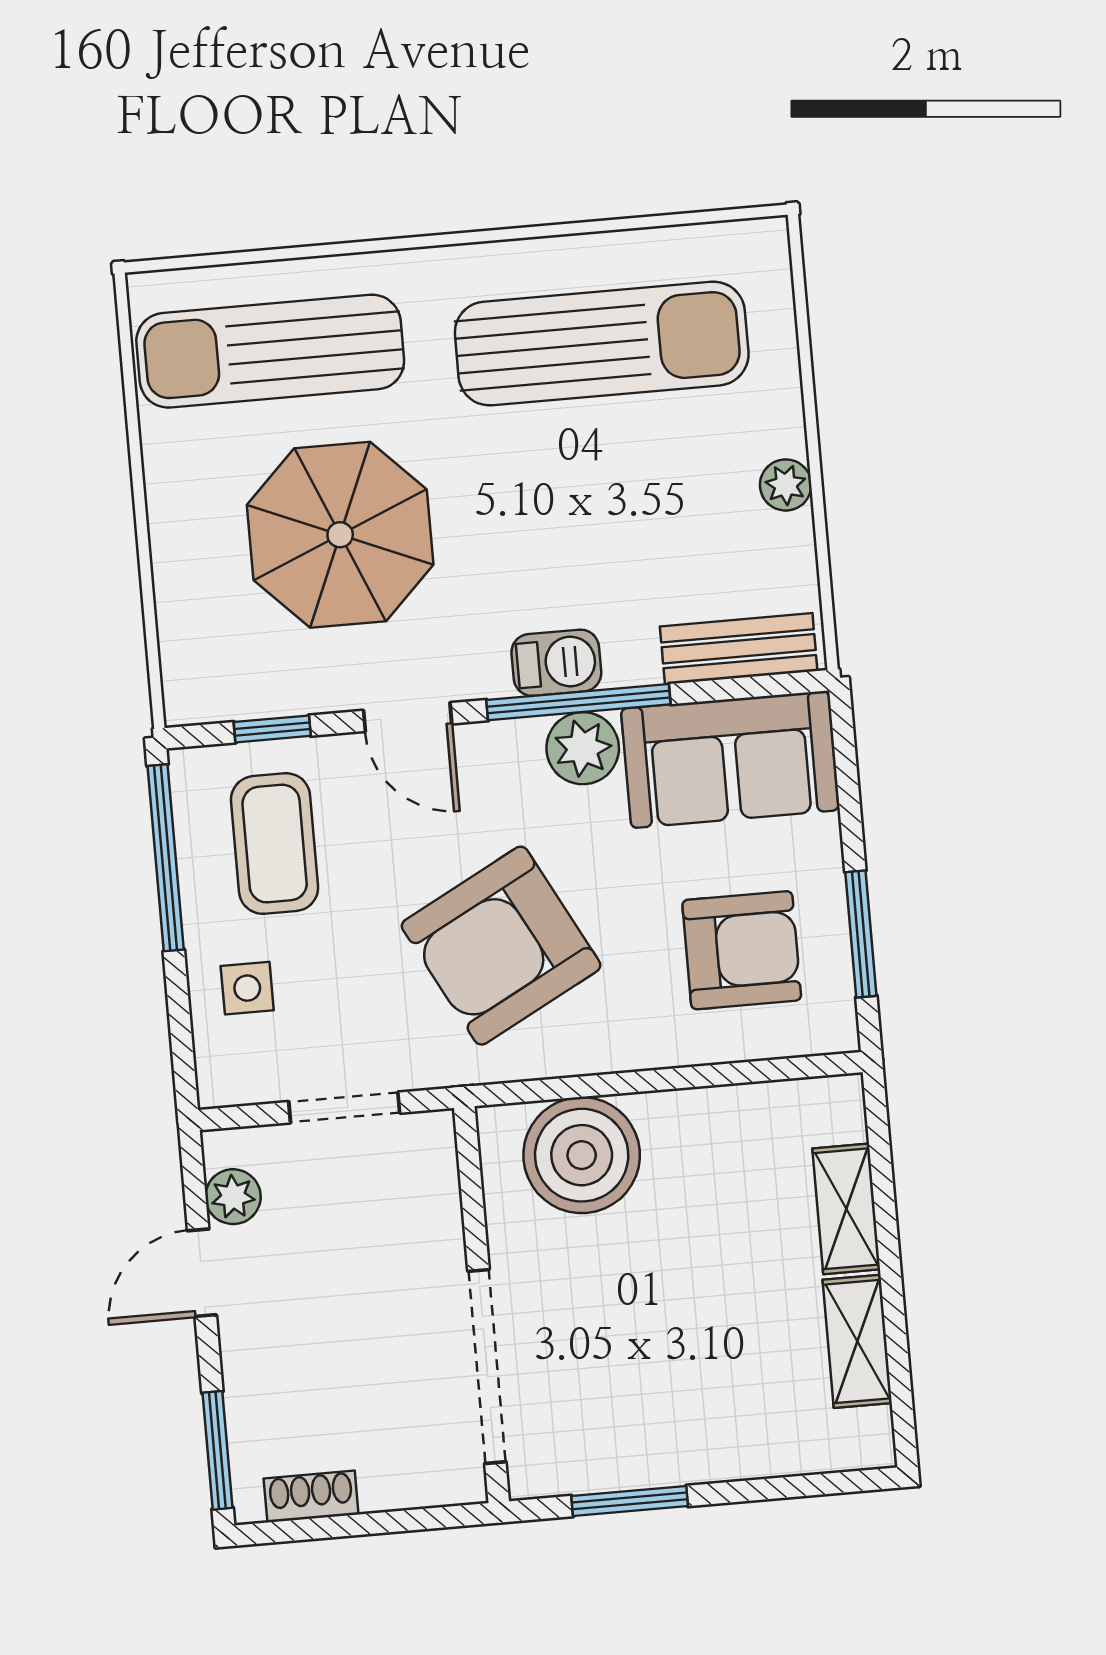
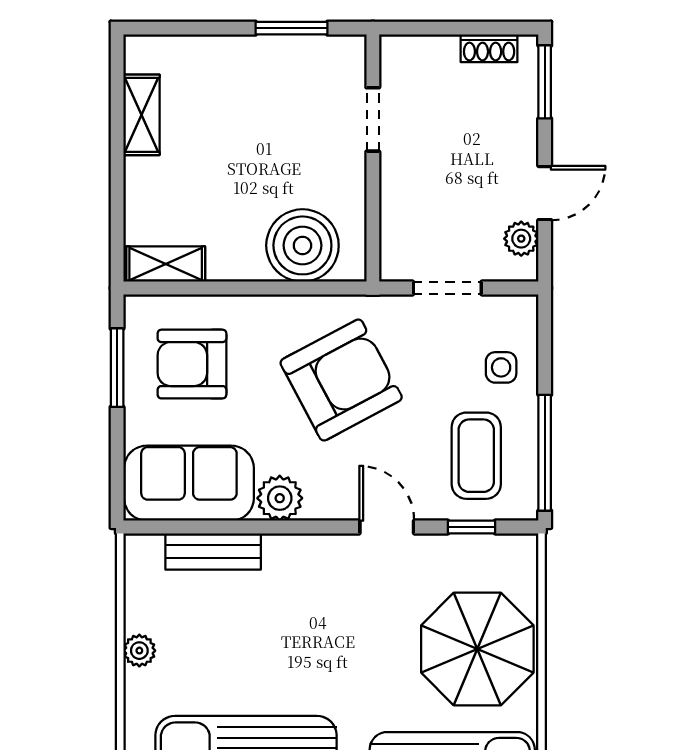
parasol: (340, 535) -> (477, 649), moved
bench: (739, 649) -> (213, 551), moved
barbecue: (556, 663) -> (291, 553), removed
window: (578, 702) -> (280, 527), removed
shelving: (846, 1209) -> (166, 264), moved, turned 90
doorway: (487, 1366) -> (373, 119), width x0.53

